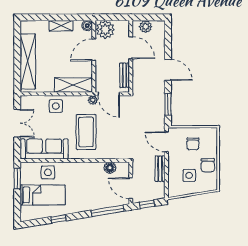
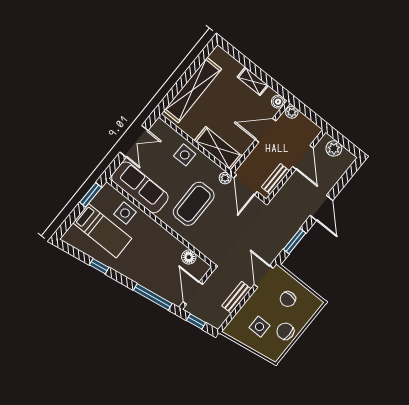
plant: (105, 30) -> (292, 112), width x0.53, depth x0.53
chair: (208, 165) -> (285, 331), turned 90

